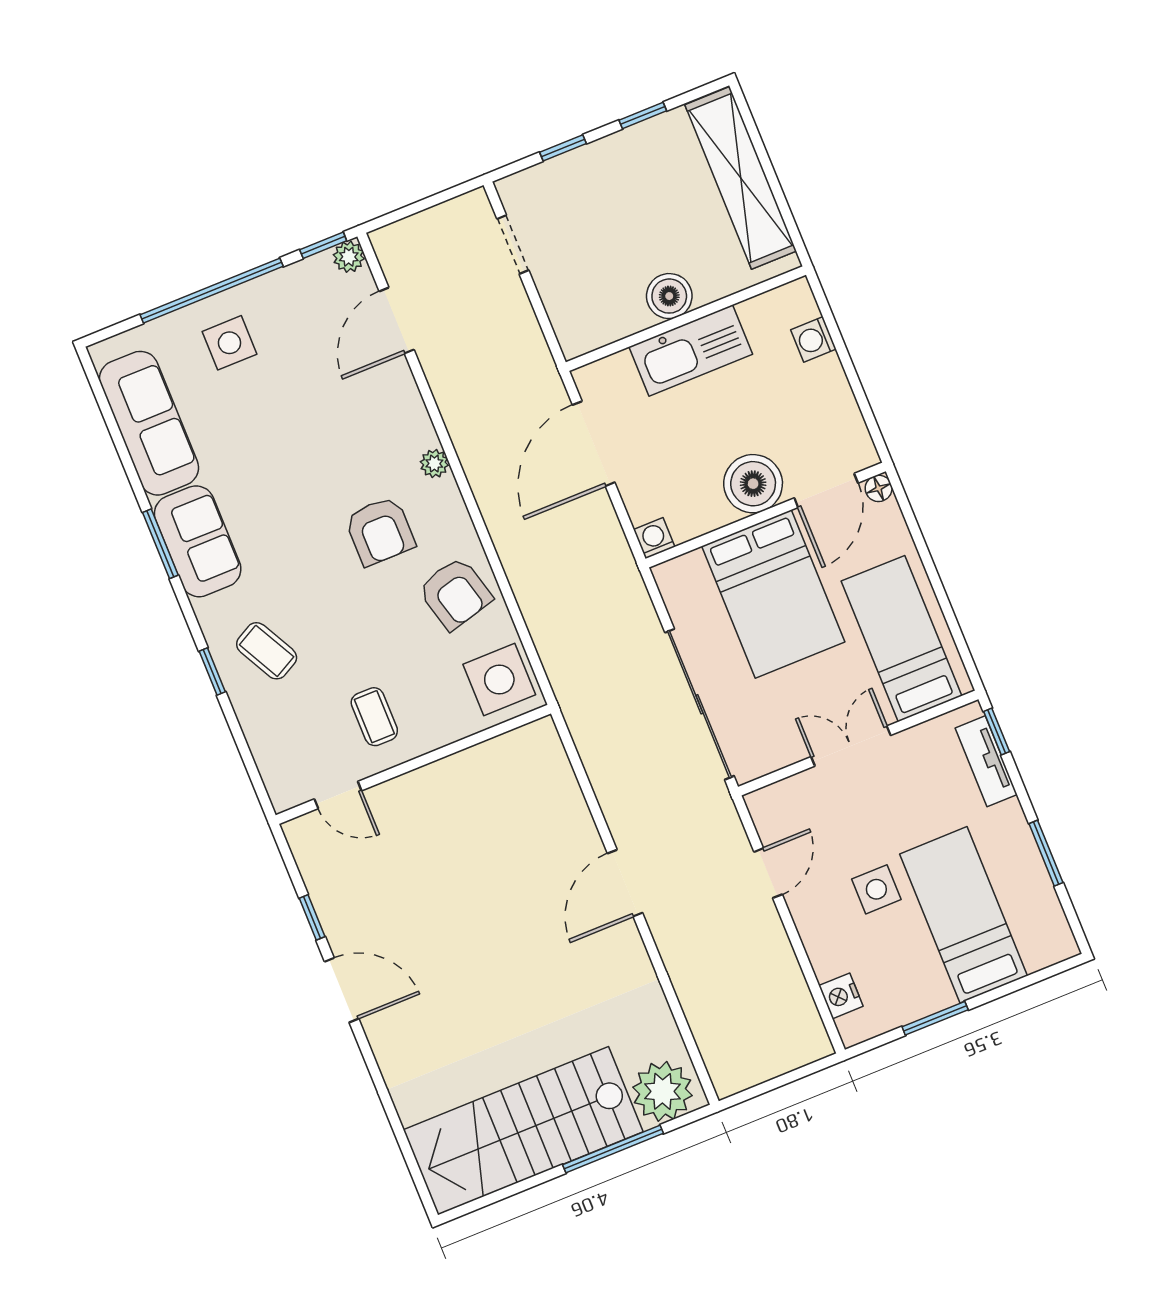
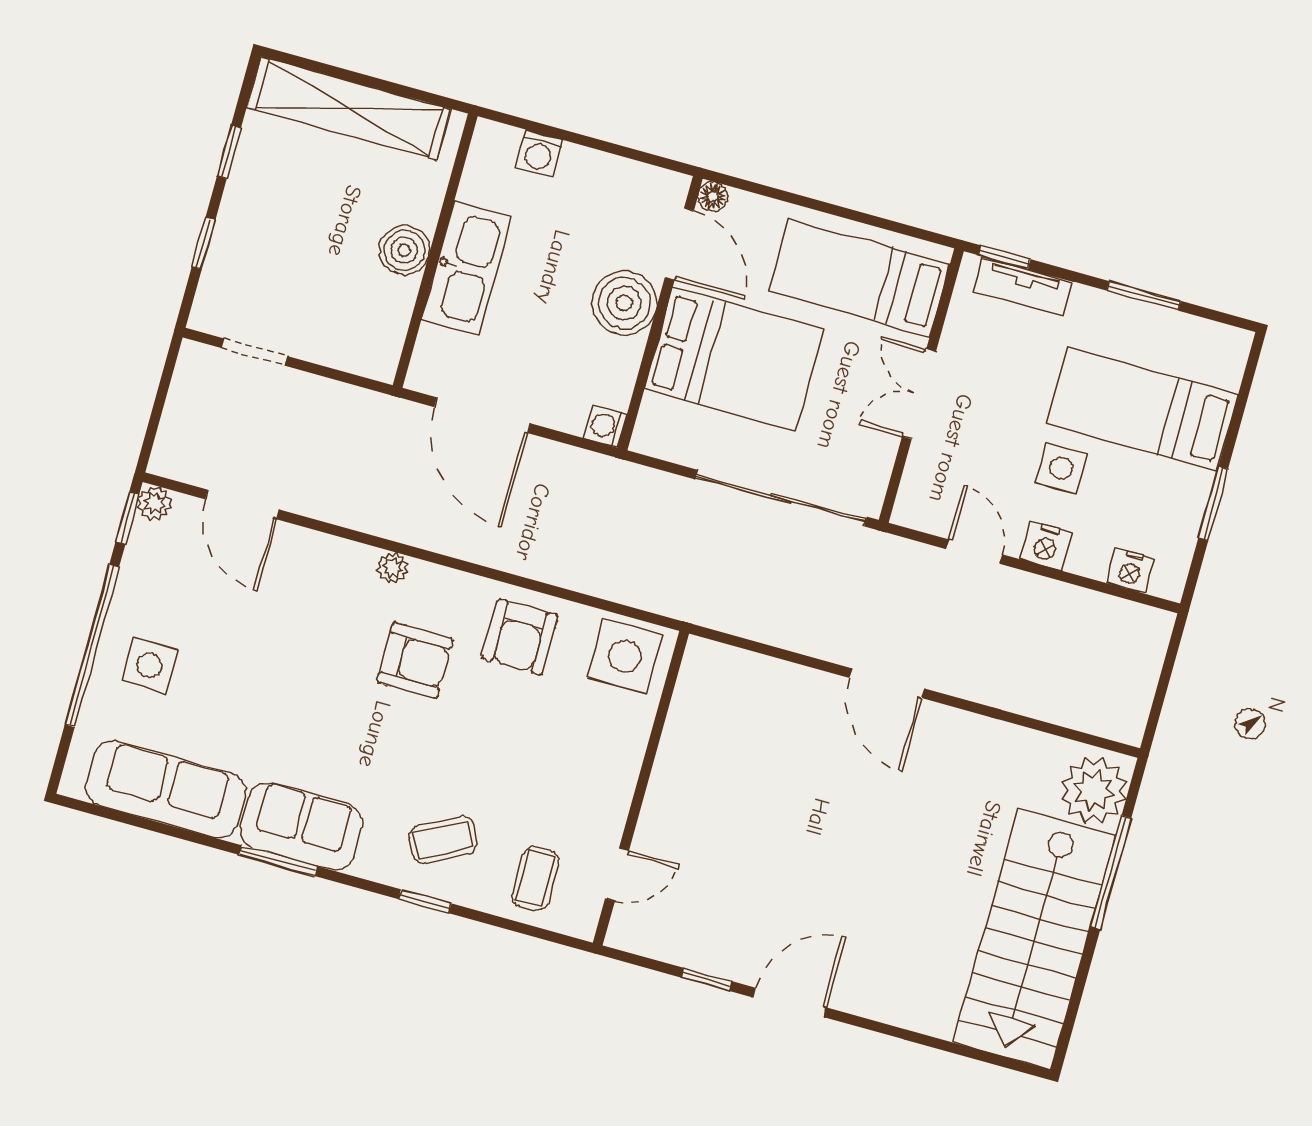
armchair: (455, 593) -> (520, 637), turned 105
coffee table: (374, 717) -> (535, 879), moved, turned 90
nightstand: (812, 921) -> (1046, 546), added

